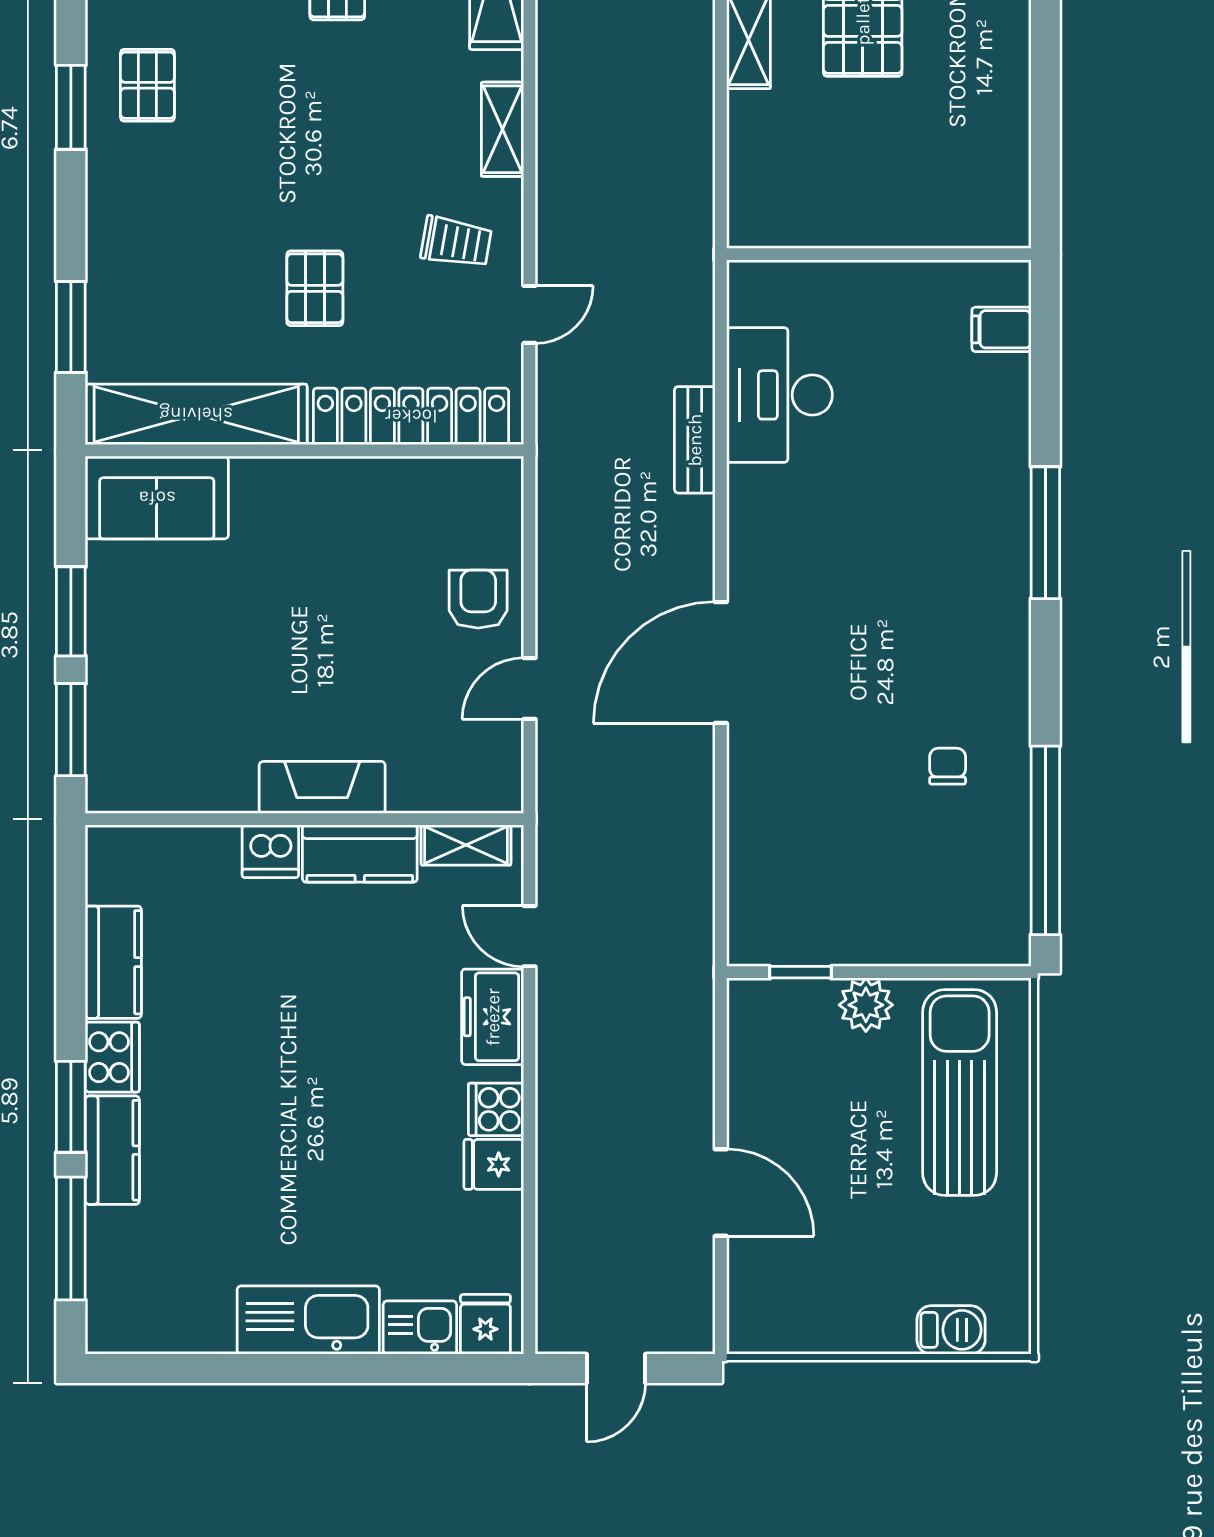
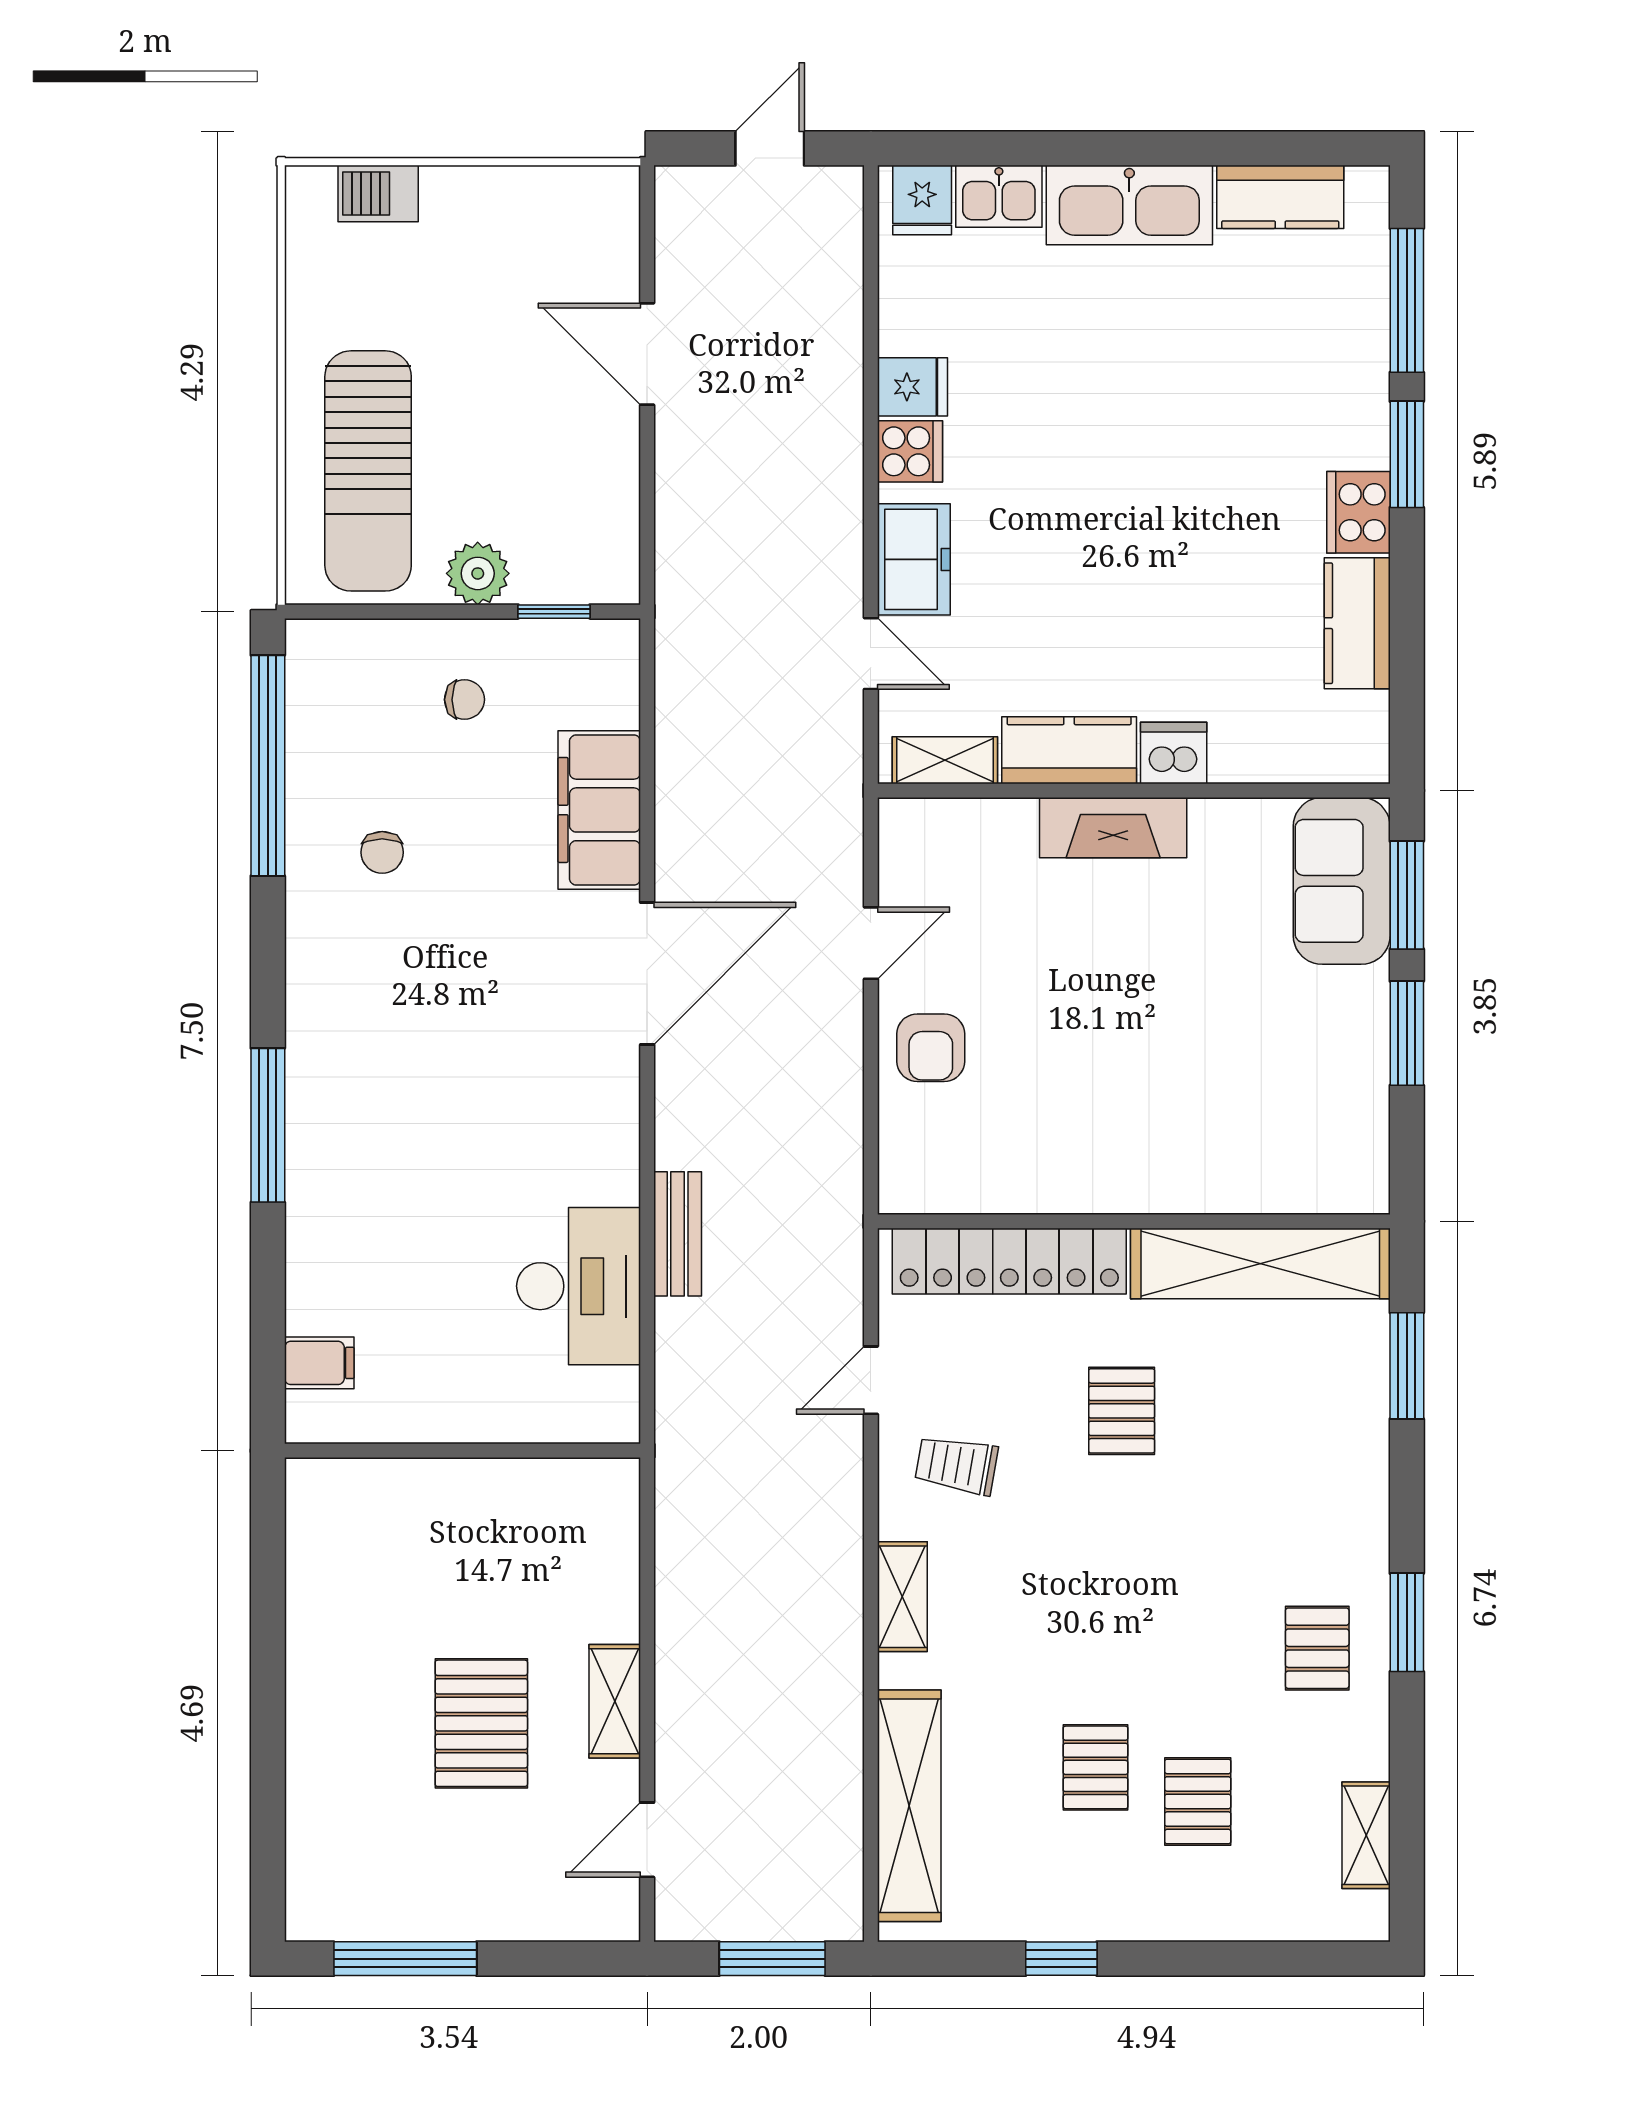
sofa: (157, 498) -> (1342, 881), moved, turned -90
filing cabinet: (762, 802) -> (599, 810), added
chair: (877, 897) -> (464, 700), added
kitchen counter: (112, 1150) -> (1280, 197), moved, turned -90

